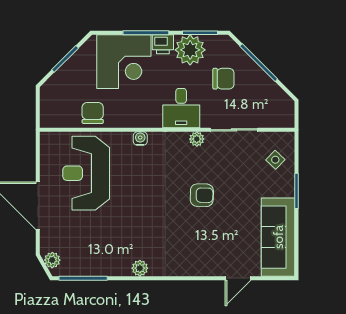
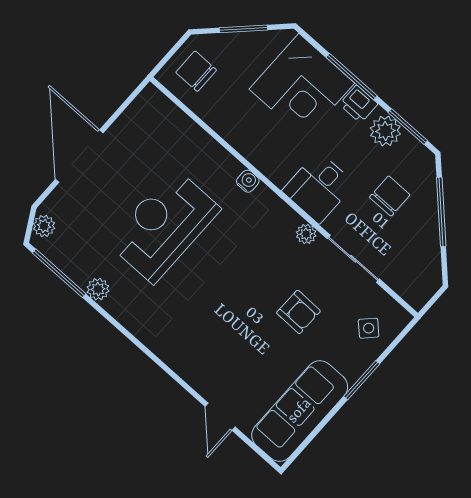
plant: (190, 50) -> (385, 131), width x0.73, depth x0.73
chair: (223, 79) -> (390, 196), turned -90
chair: (93, 113) -> (196, 71), moved, turned -90
reception desk: (86, 173) -> (164, 226), moved
armchair: (202, 195) -> (298, 312), moved
plant: (140, 268) -> (98, 289), moved
door: (238, 278) -> (220, 417), hinge flipped

